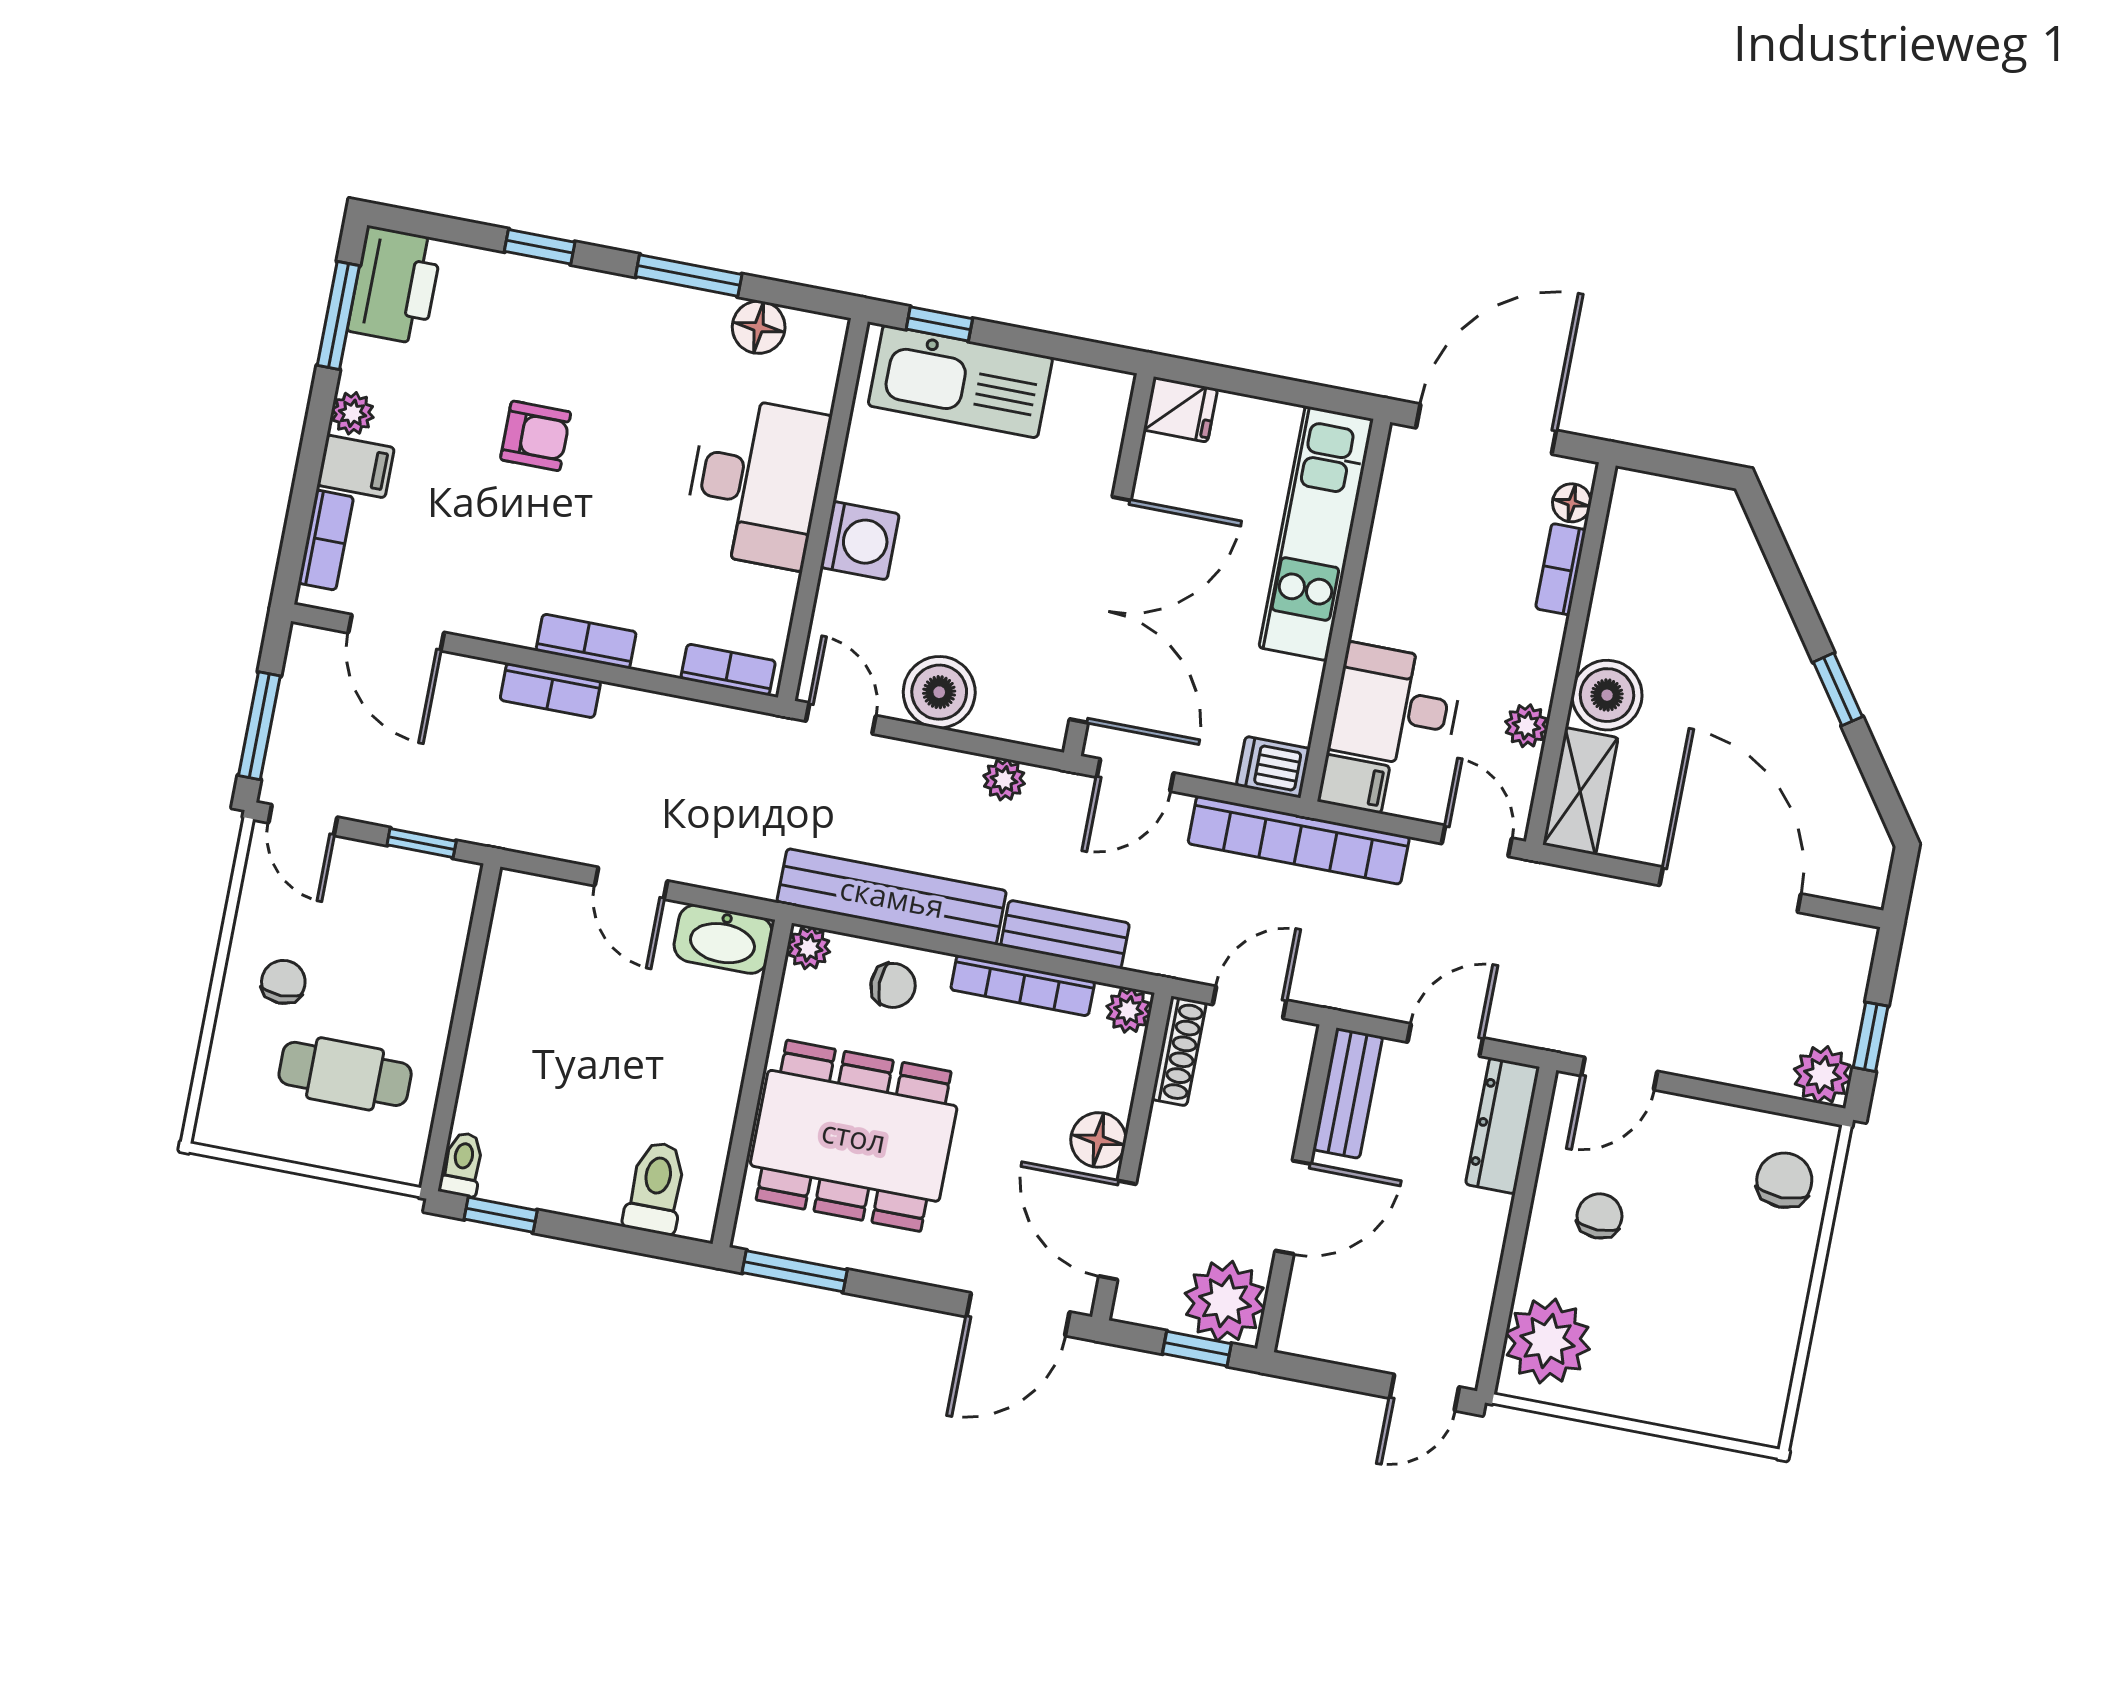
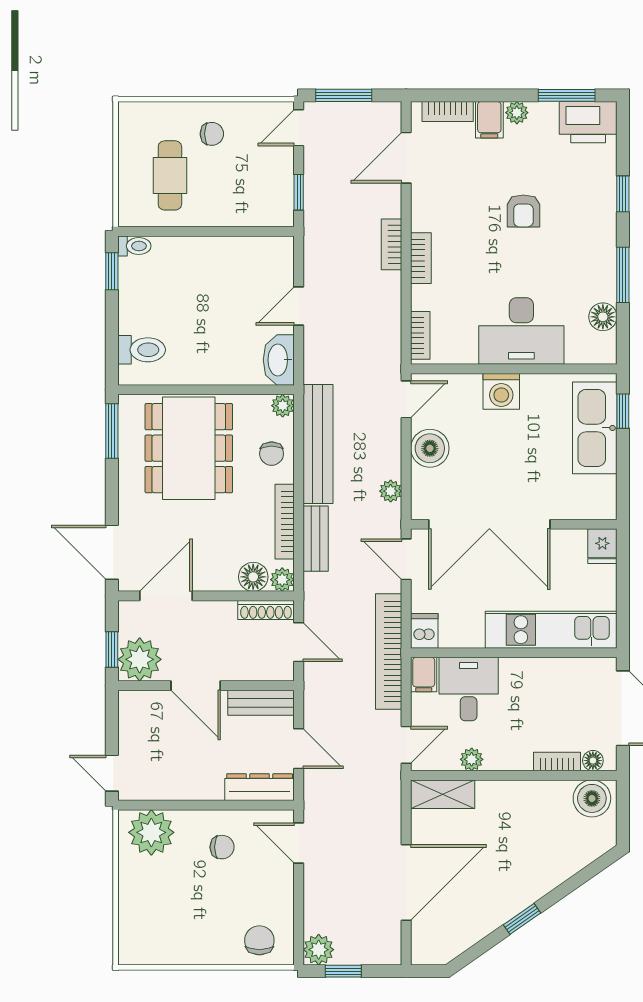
boiler: (1607, 695) -> (592, 798), moved
floor lamp: (1098, 1140) -> (253, 577), moved
chair: (1784, 1180) -> (259, 940), turned -90

